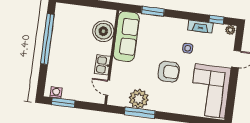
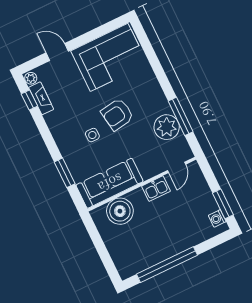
fireplace: (200, 26) -> (41, 98), moved
side table: (188, 48) -> (92, 135), moved
armchair: (169, 72) -> (117, 114), turned -99

